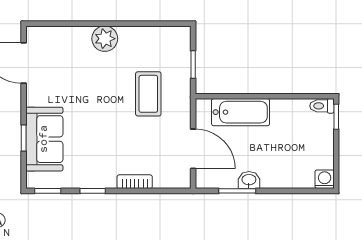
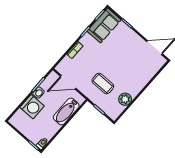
plant: (105, 39) -> (125, 99), moved
sofa: (44, 139) -> (104, 26), moved, turned -90
washing machine: (325, 179) -> (32, 107), moved, width x1.89, depth x1.89

